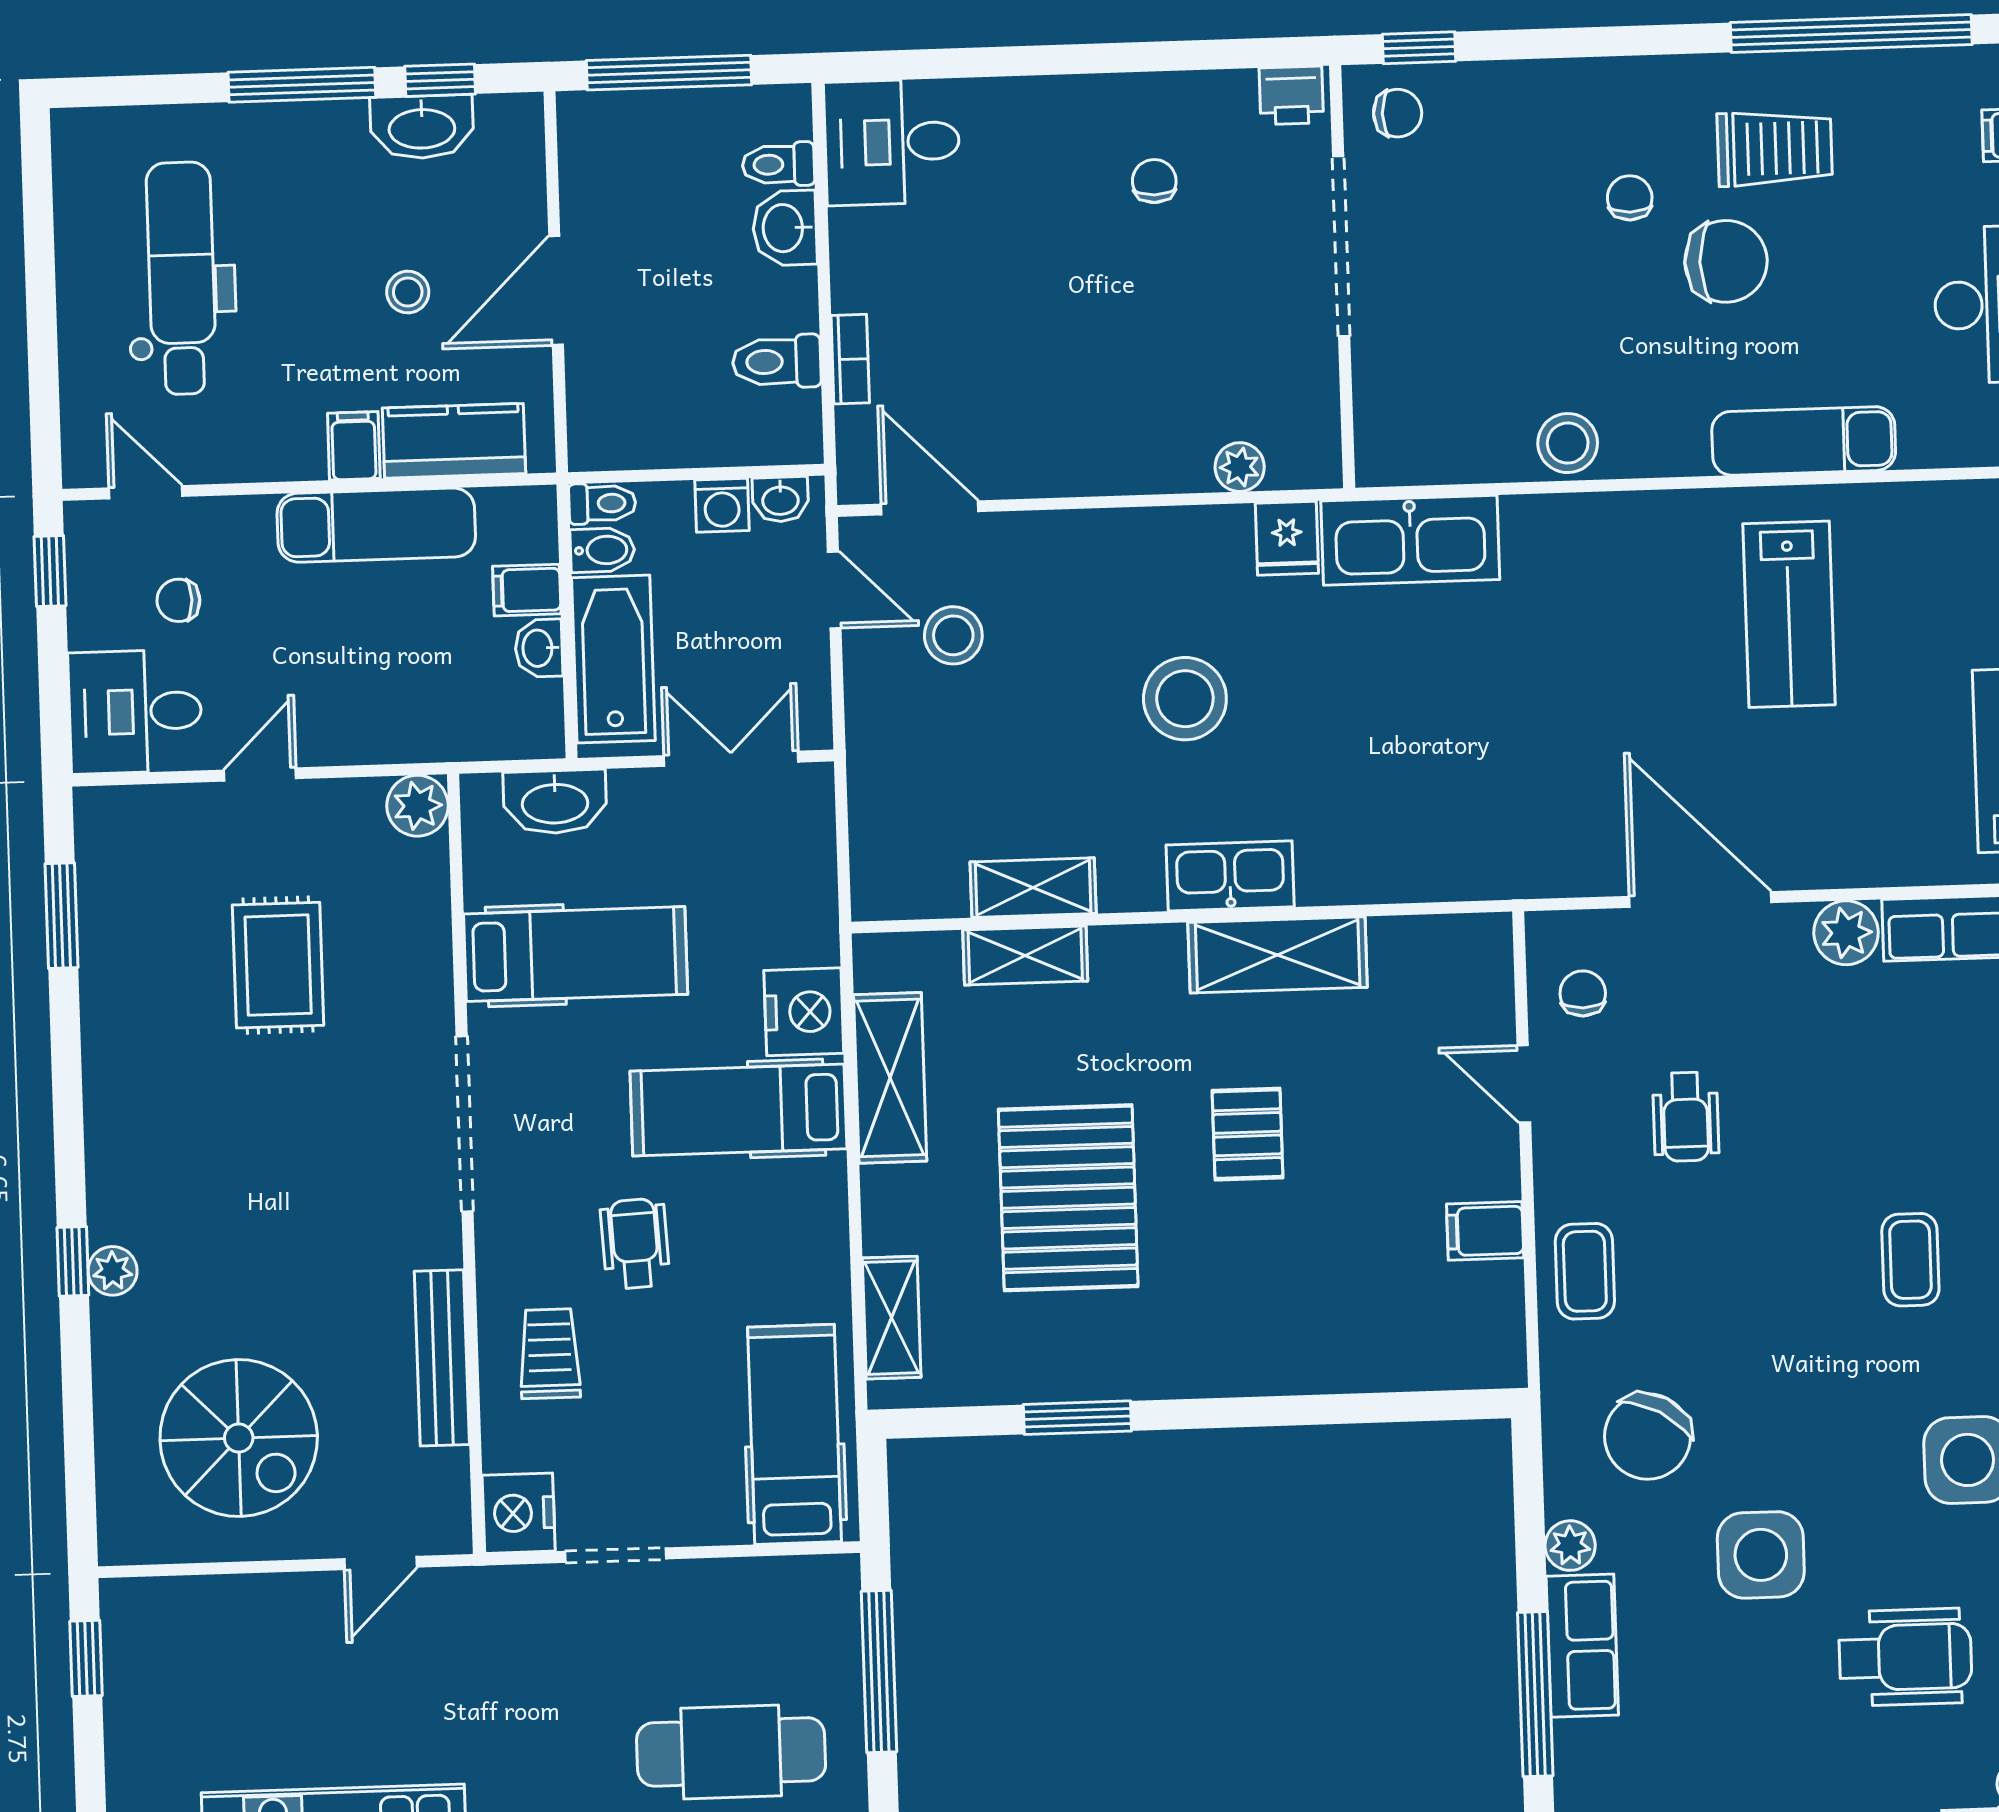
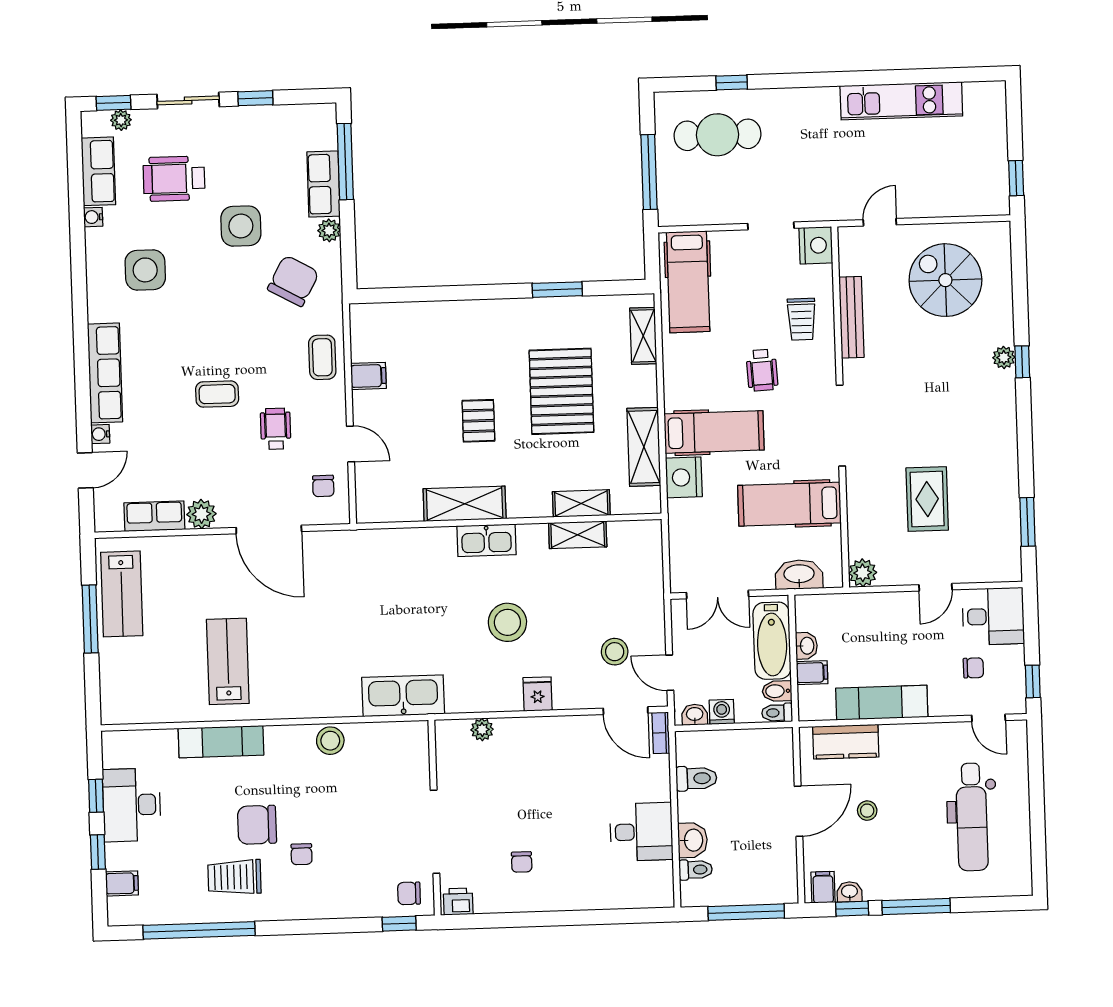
washbasin: (422, 127) -> (849, 892), width x0.52, depth x0.69
desk: (892, 142) -> (641, 832), moved
bookcase: (850, 359) -> (661, 733), moved
filing cabinet: (354, 446) -> (823, 887), moved, turned 180
fridge: (1287, 538) -> (538, 694), moved
coffee table: (1910, 1260) -> (217, 394), moved, turned 90

